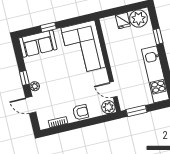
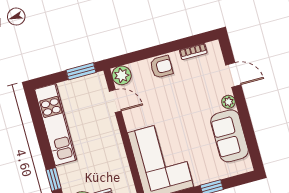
sofa: (38, 44) -> (230, 136), moved, turned -90
window: (24, 78) -> (244, 113), removed
armchair: (80, 112) -> (161, 67), turned 180

